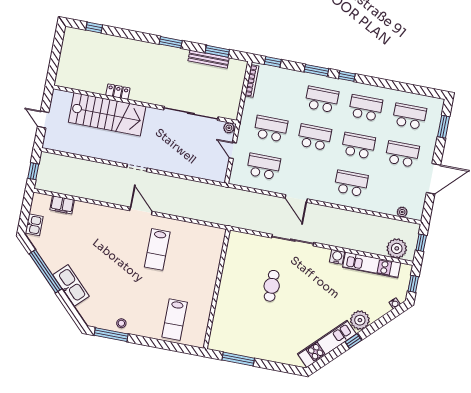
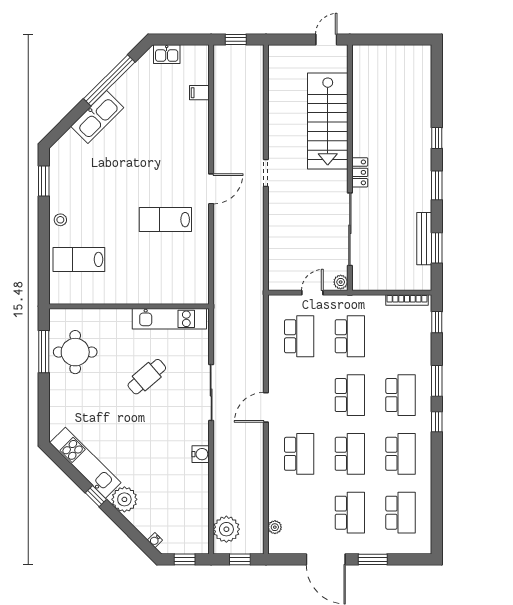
window: (94, 28) -> (437, 138), moved
locker: (118, 92) -> (360, 172), moved
door: (43, 120) -> (326, 40), moved
window: (444, 127) -> (373, 559), moved
door: (296, 198) -> (266, 407), moved
filing cabinet: (62, 205) -> (199, 93), width x0.50
kitchen unit: (372, 265) -> (169, 319), moved, turned -90
cafe table: (272, 286) -> (147, 377), turned -41
stool: (121, 323) -> (60, 220), moved
window: (111, 335) -> (44, 181), width x0.69
round table: (243, 336) -> (75, 352), added

